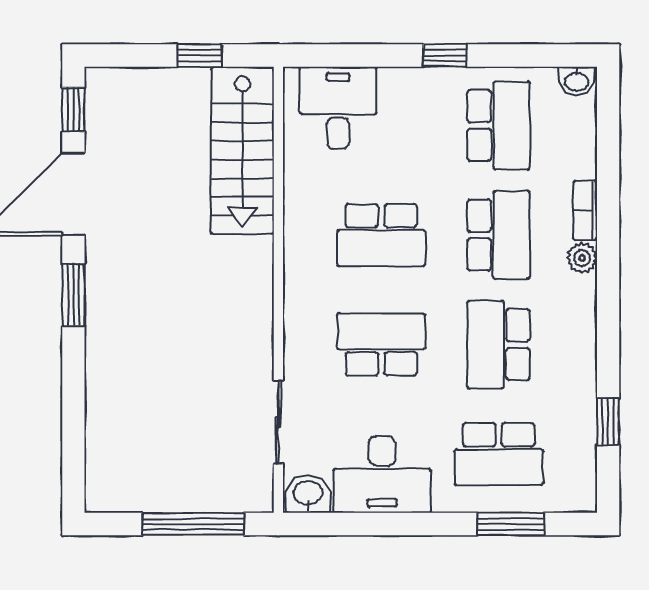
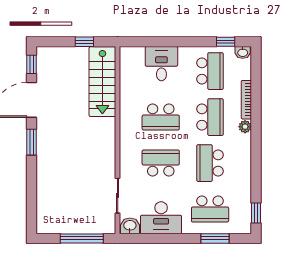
window: (445, 56) -> (226, 42), moved
desk: (338, 108) -> (161, 64), moved
bookcase: (585, 210) -> (246, 100), width x1.56
window: (608, 422) -> (256, 213), moved

